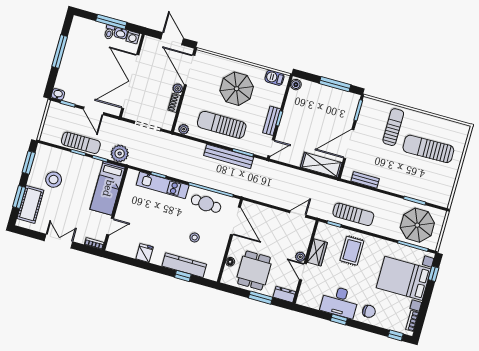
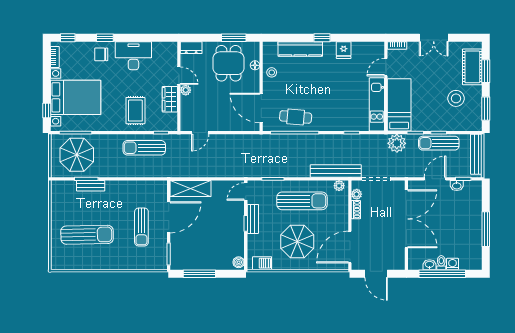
window: (111, 22) -> (442, 274), width x1.46
washing machine: (133, 37) -> (452, 264), moved
door: (190, 70) -> (350, 247), swing flipped
plant: (178, 88) -> (357, 194), moved
washbasin: (58, 94) -> (457, 186), moved
door: (94, 111) -> (435, 179), hinge flipped
bench: (49, 123) -> (476, 154), added
sun lounger: (393, 127) -> (141, 227), moved
bench: (229, 156) -> (336, 171), moved
bench: (365, 180) -> (91, 186), moved
kitchen unit: (163, 185) -> (377, 104), moved, turned -90
stool: (195, 238) -> (272, 72), moved
window: (183, 276) -> (322, 38), moved
window: (260, 298) -> (234, 38), moved
window: (339, 320) -> (105, 38), moved

